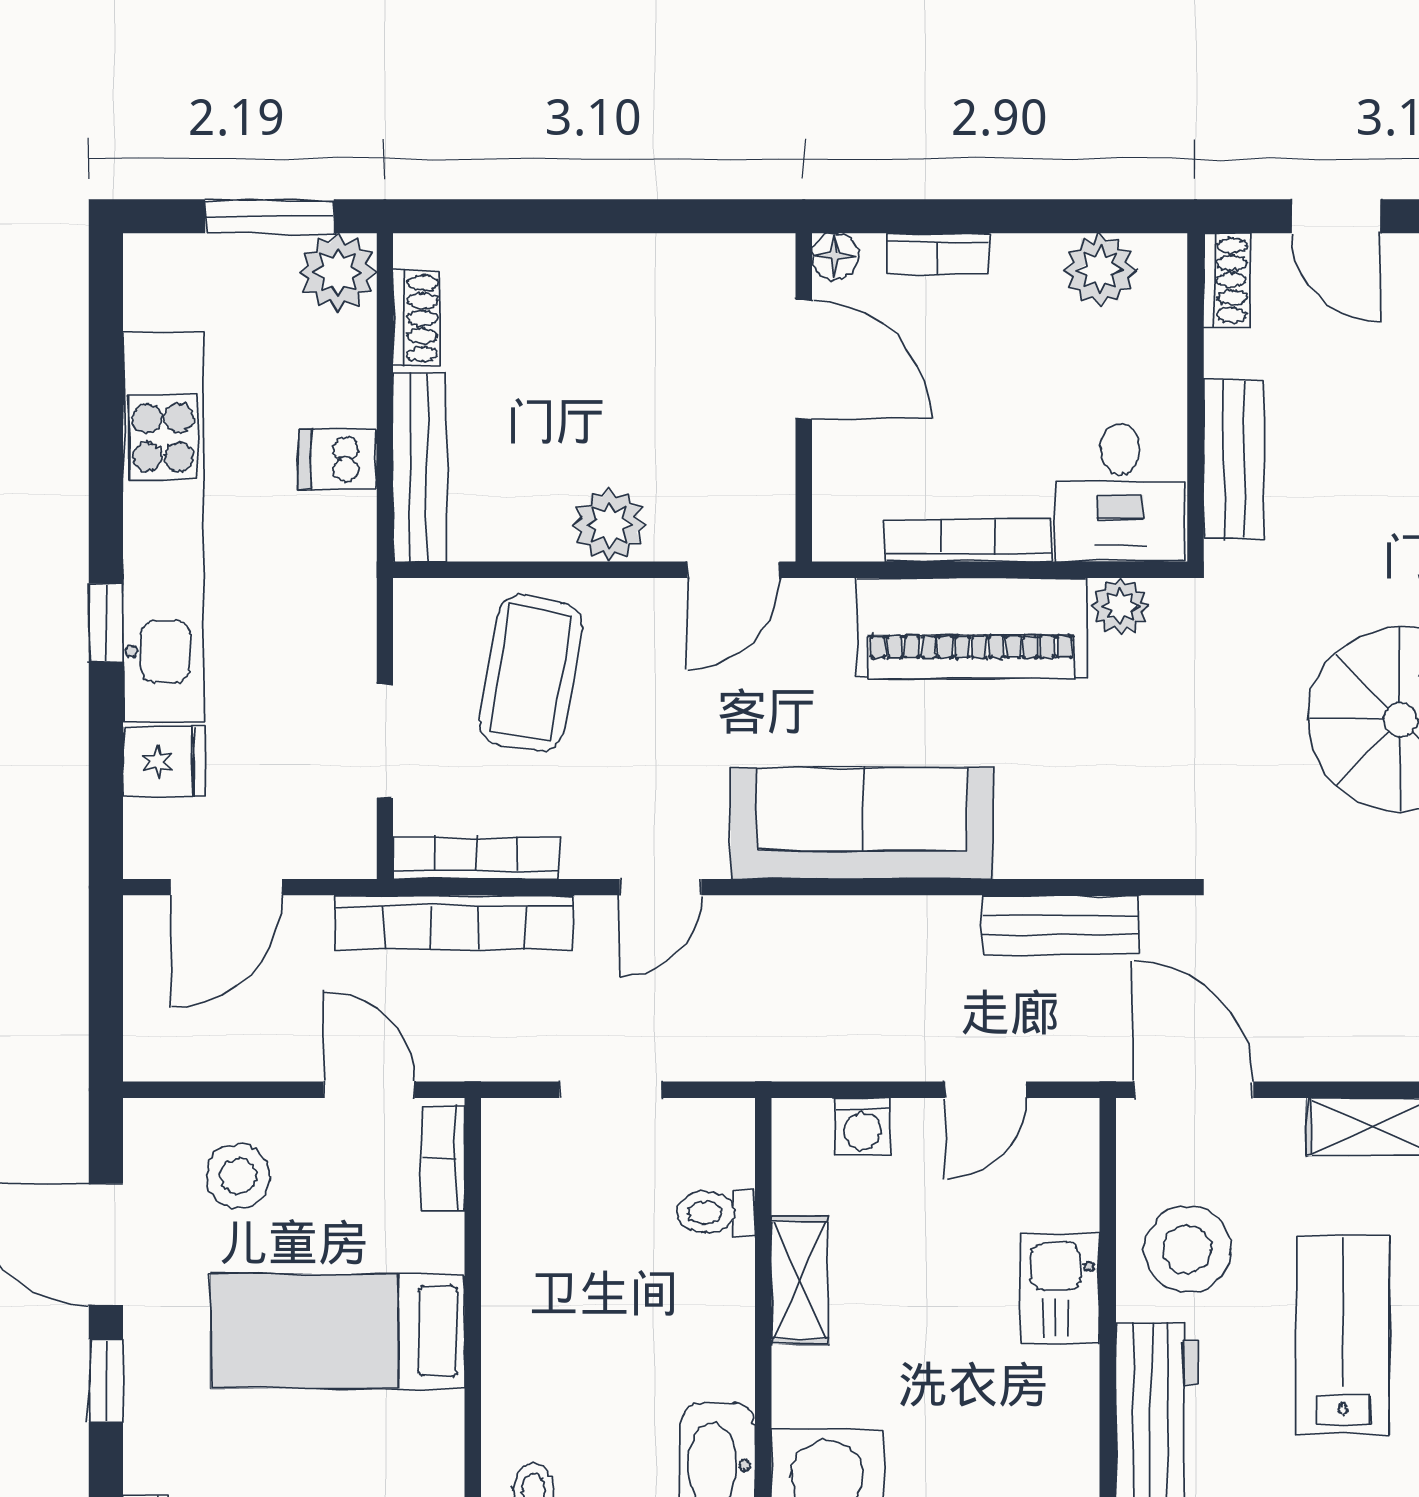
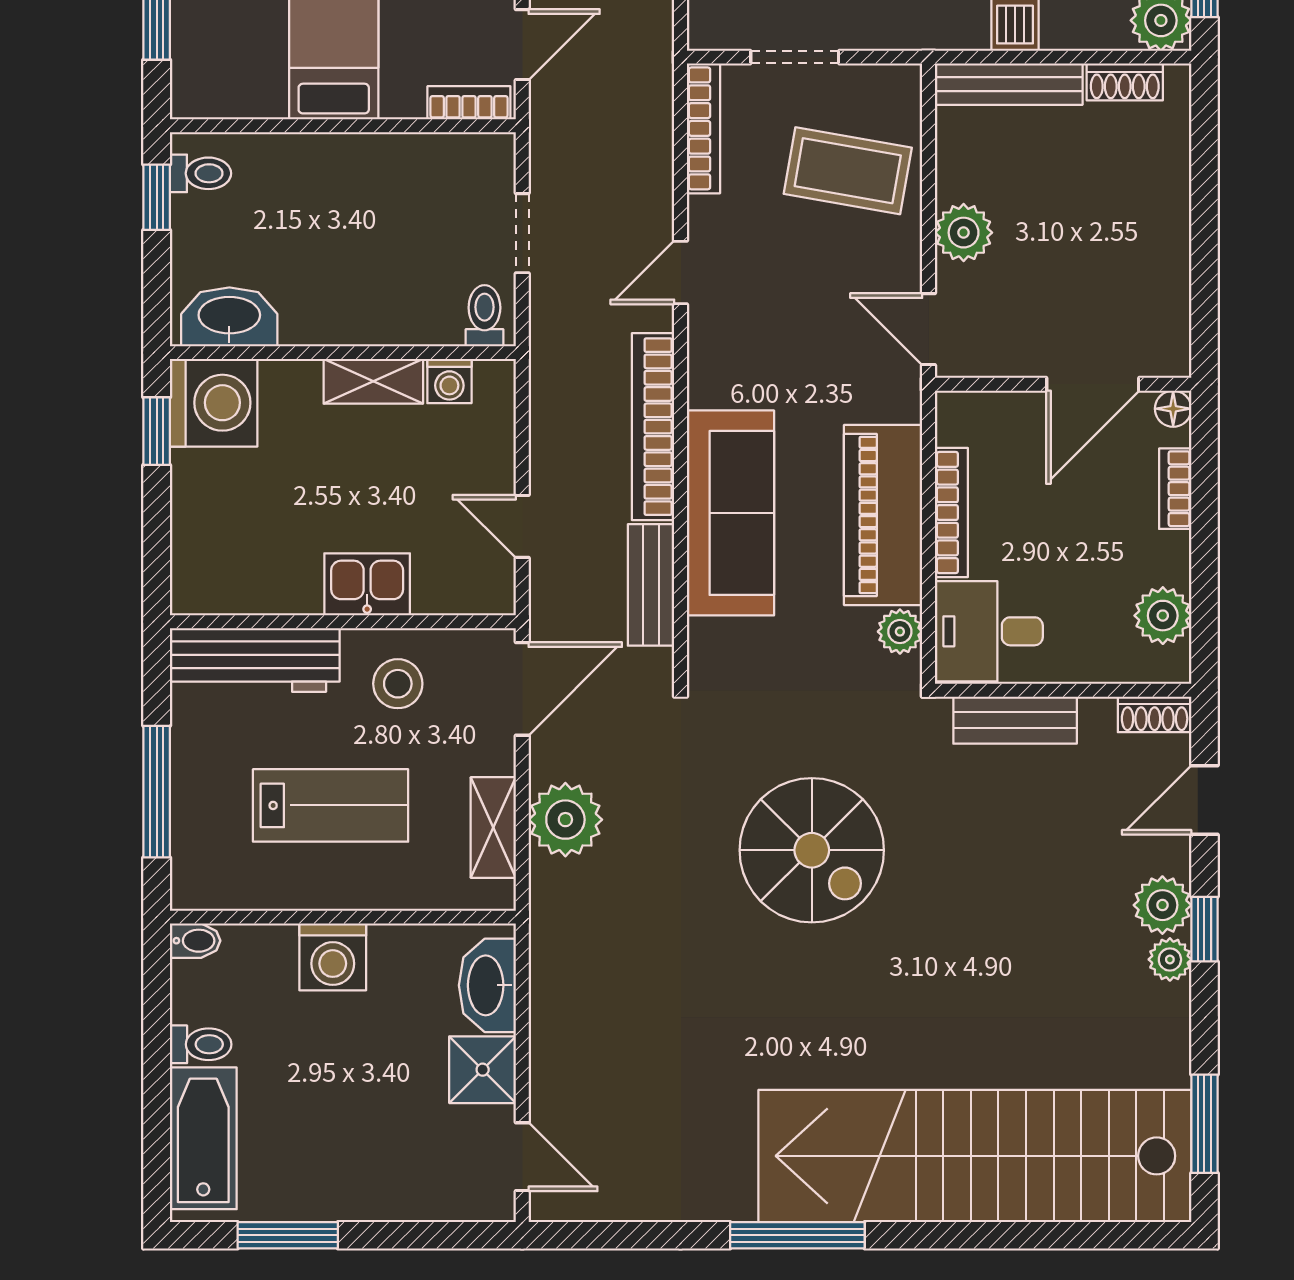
sofa: (862, 823) -> (730, 513), moved
door: (661, 887) -> (681, 272), hinge flipped
bookcase: (455, 922) -> (653, 427), moved
plant: (1361, 1035) -> (565, 820), added
washing machine: (863, 1126) -> (449, 381), moved, turned -90
toilet: (716, 1213) -> (484, 316), moved
stool: (1187, 1249) -> (398, 684), width x0.73, depth x0.73

